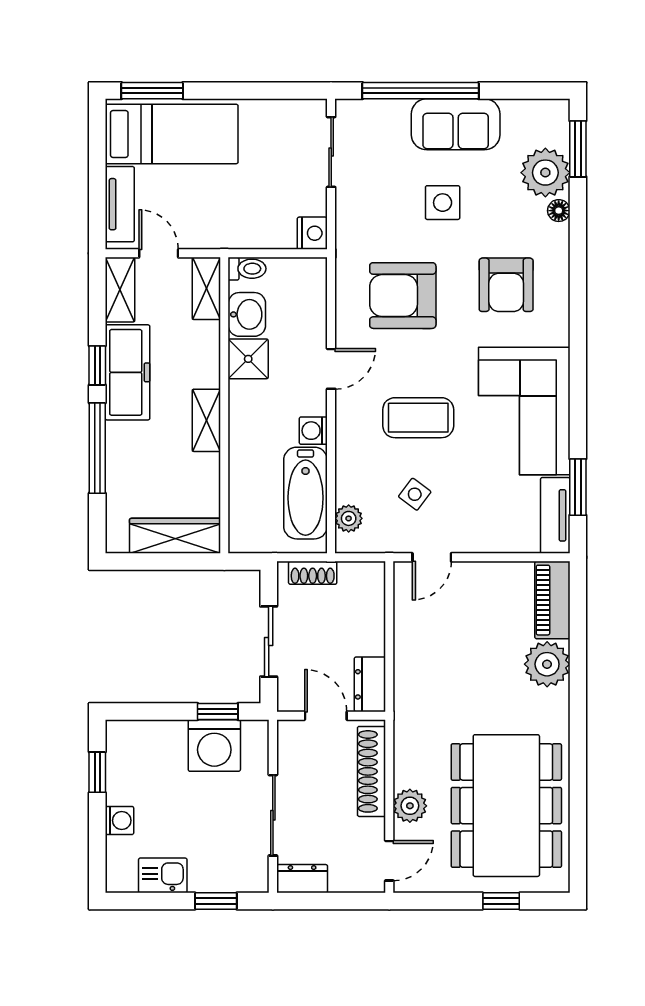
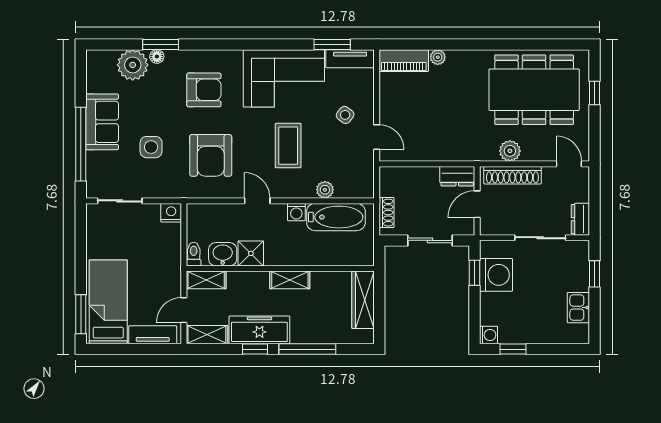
window: (578, 149) -> (161, 44), moved
side table: (443, 203) -> (151, 147), moved
side table: (415, 494) -> (345, 115), moved
plant: (349, 518) -> (325, 190), moved
plant: (547, 664) -> (438, 57), width x0.53, depth x0.53
plant: (410, 806) -> (510, 151), moved
washing machine: (119, 820) -> (489, 335), moved, turned 90

